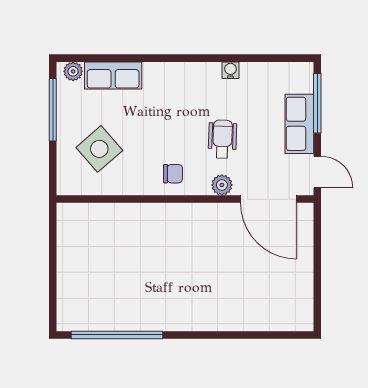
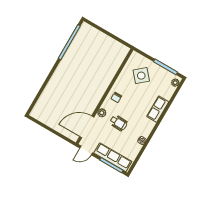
row of seats: (113, 75) -> (158, 109), moved
row of seats: (299, 124) -> (113, 157), width x1.48

